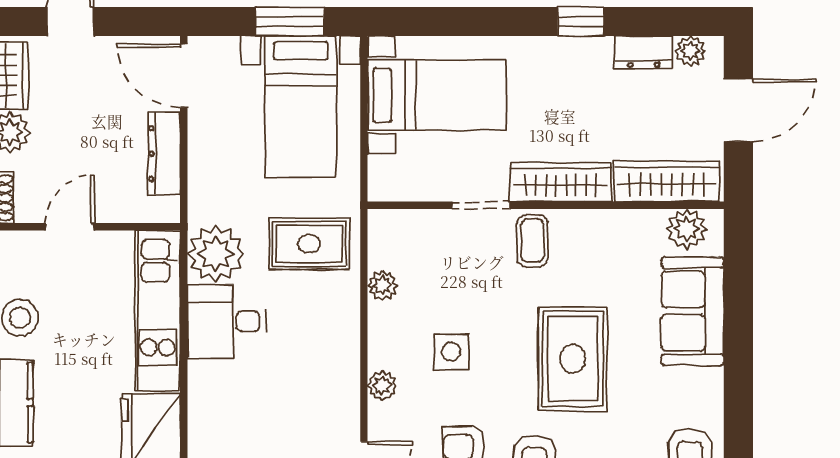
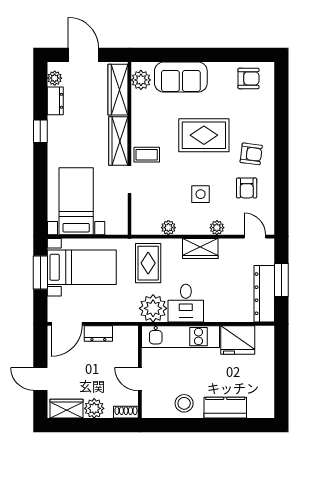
dresser: (164, 154) -> (98, 333), width x0.70
wardrobe: (339, 351) -> (200, 248), added

